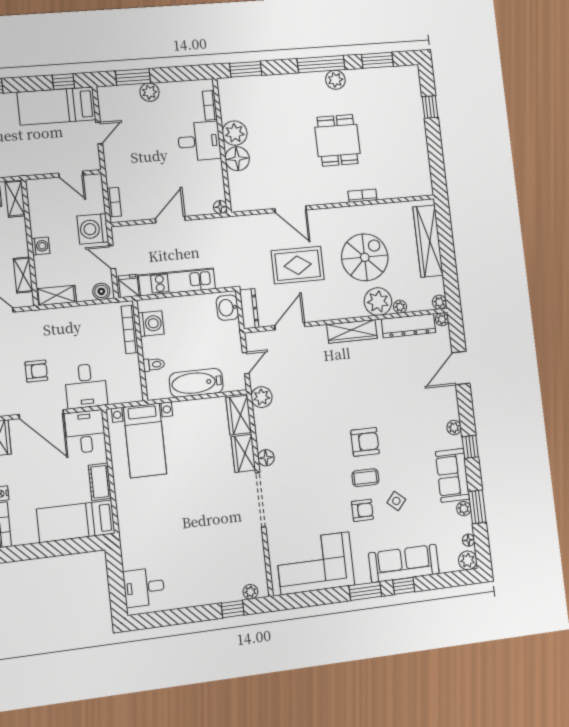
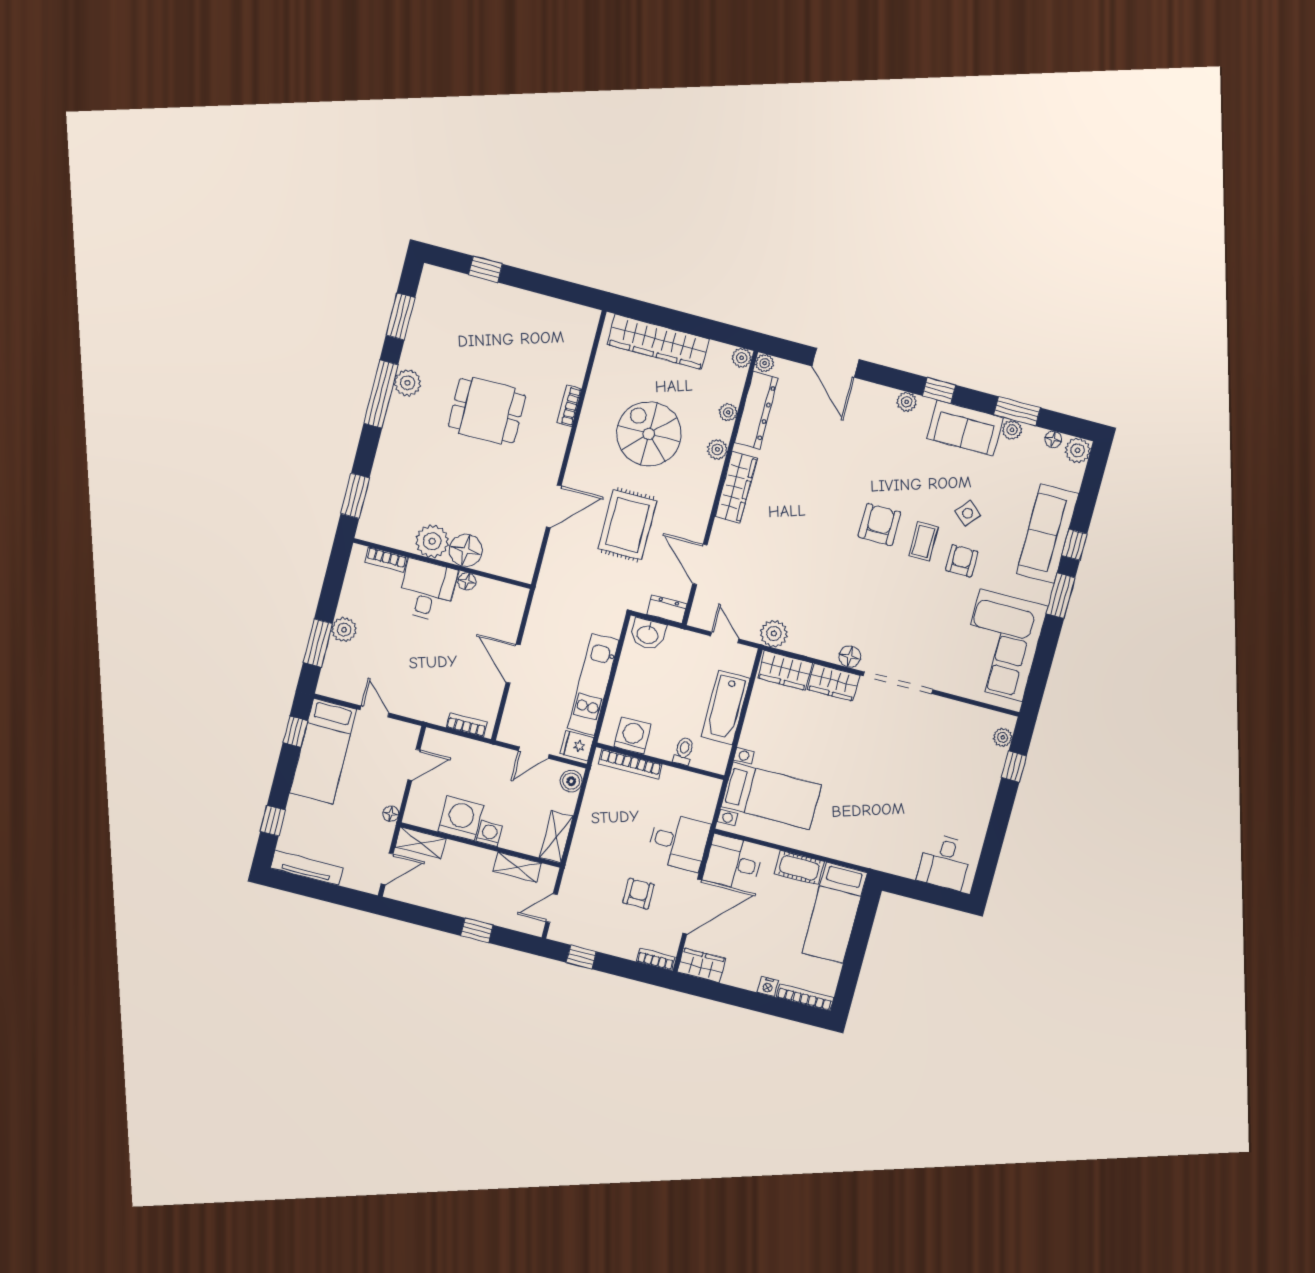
floor lamp: (29, 170) -> (391, 814), added
floor lamp: (220, 207) -> (467, 582), moved
washing machine: (93, 229) -> (461, 818), moved, turned 180
plant: (378, 302) -> (717, 449), width x0.53, depth x0.53
dresser: (249, 309) -> (667, 609), width x0.70

